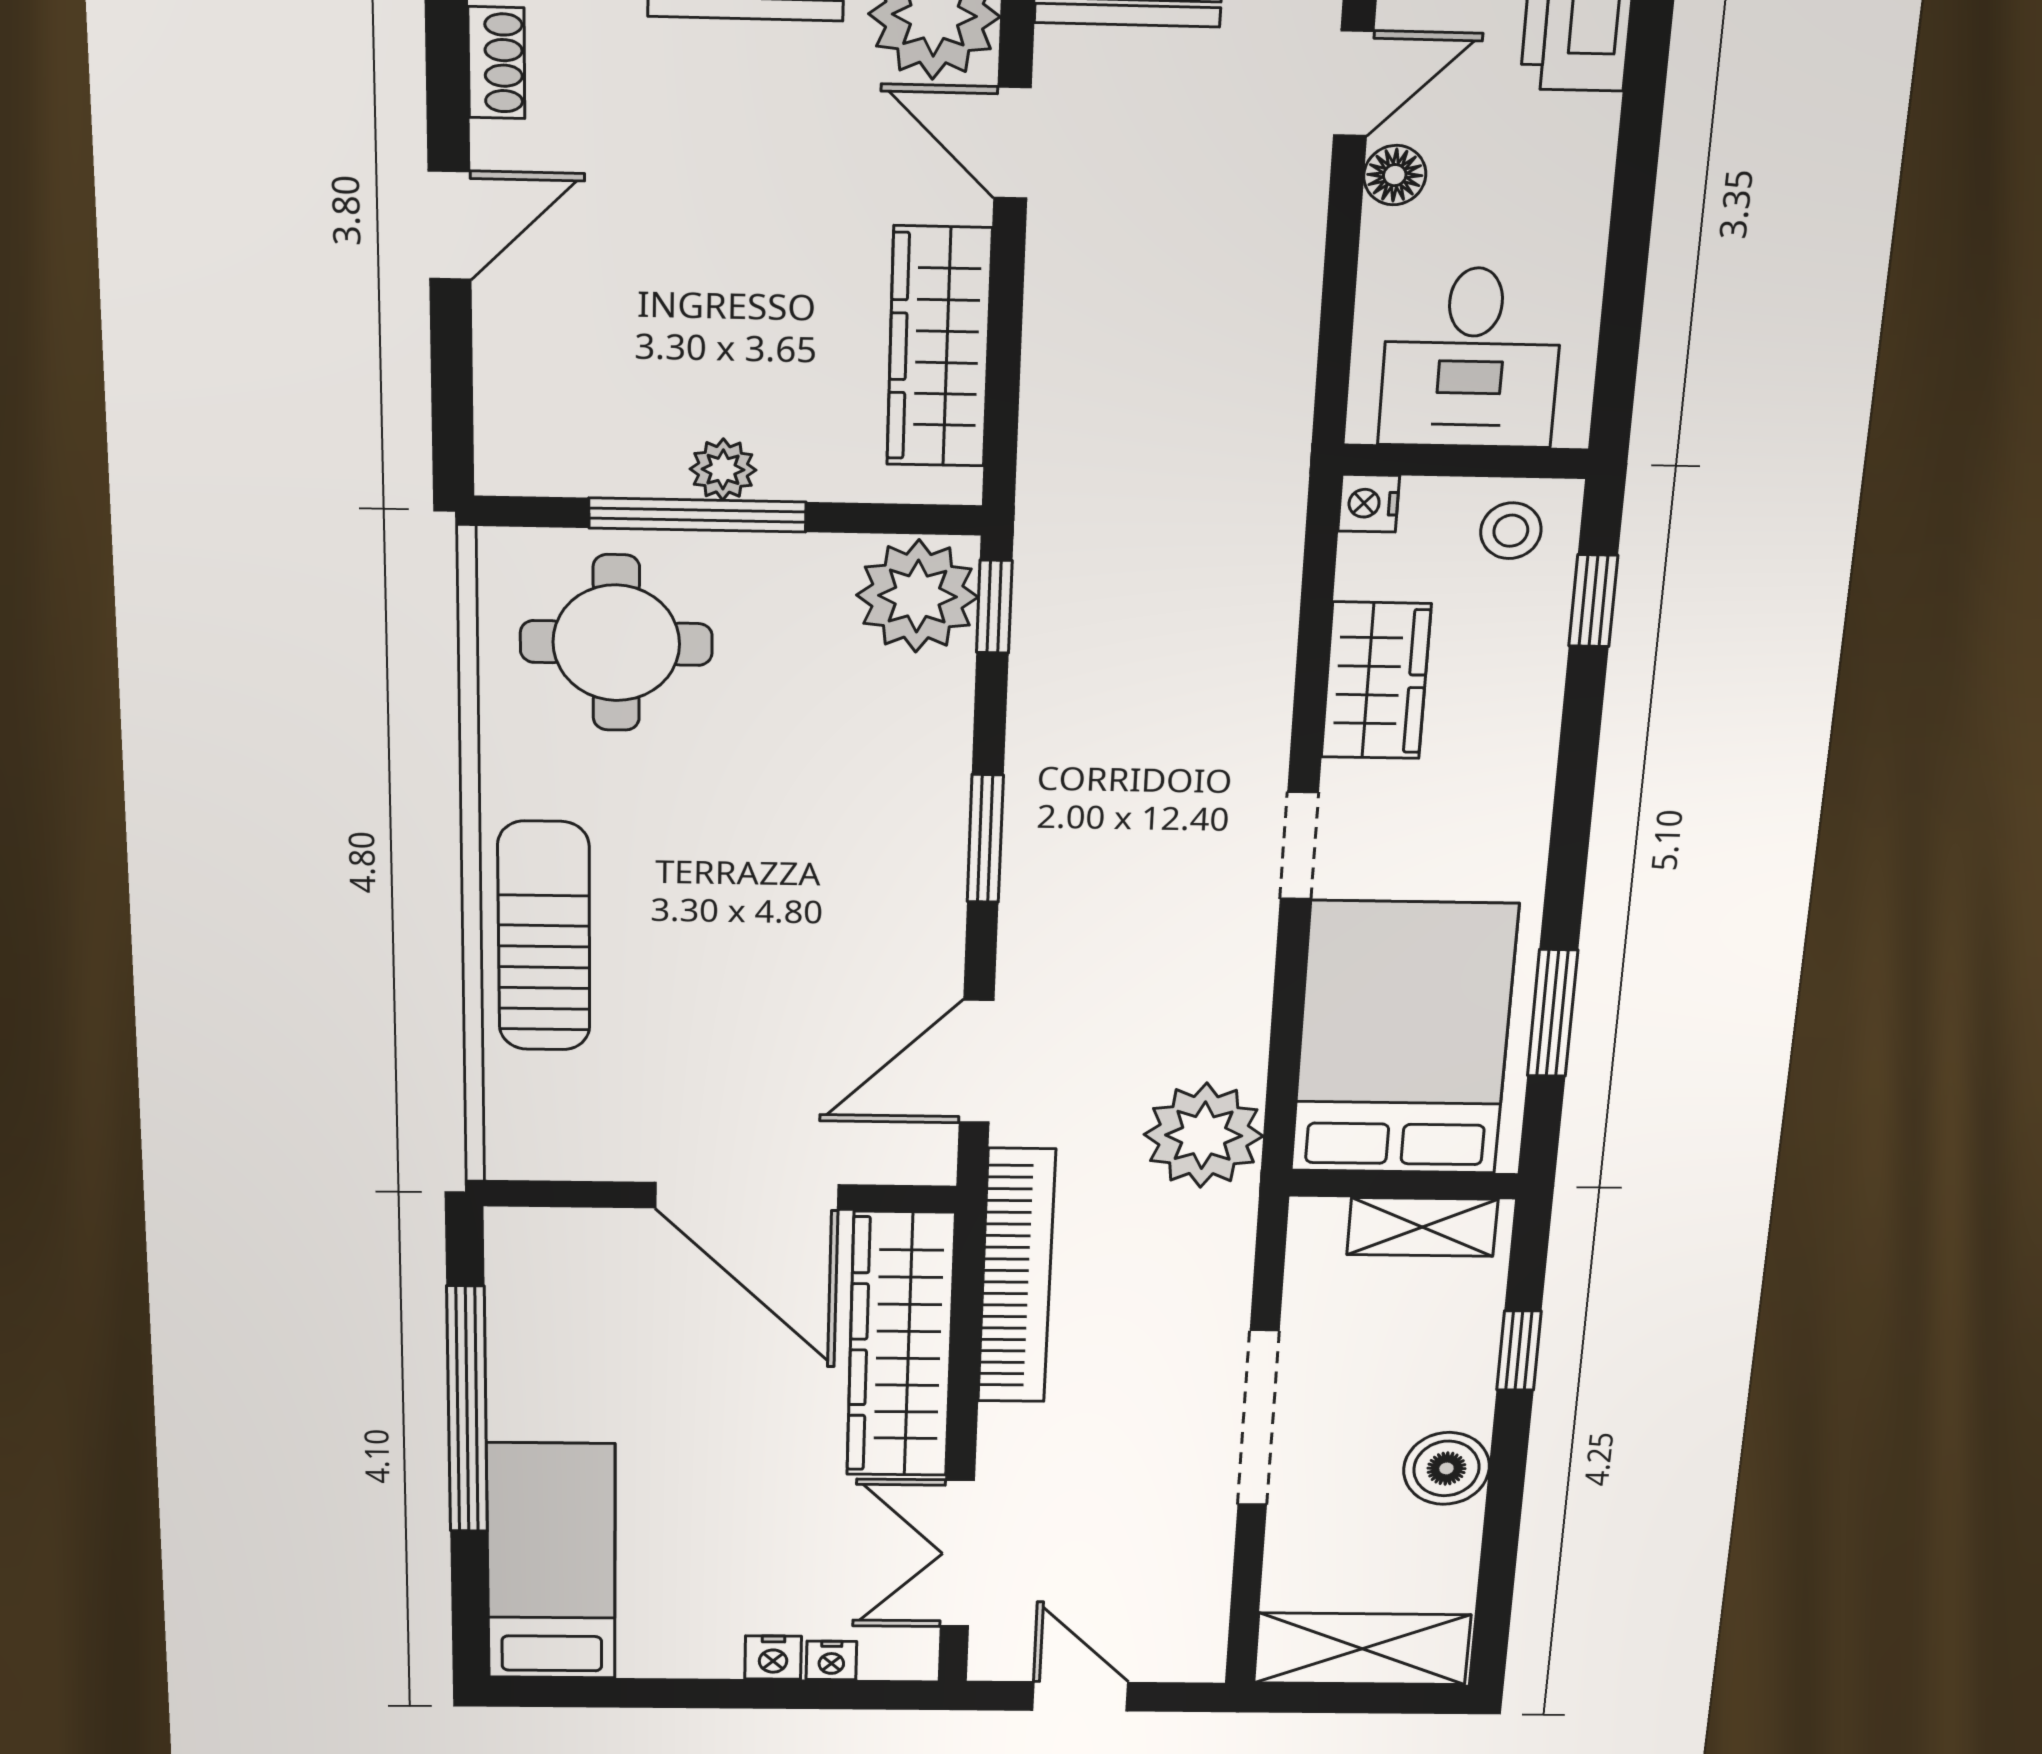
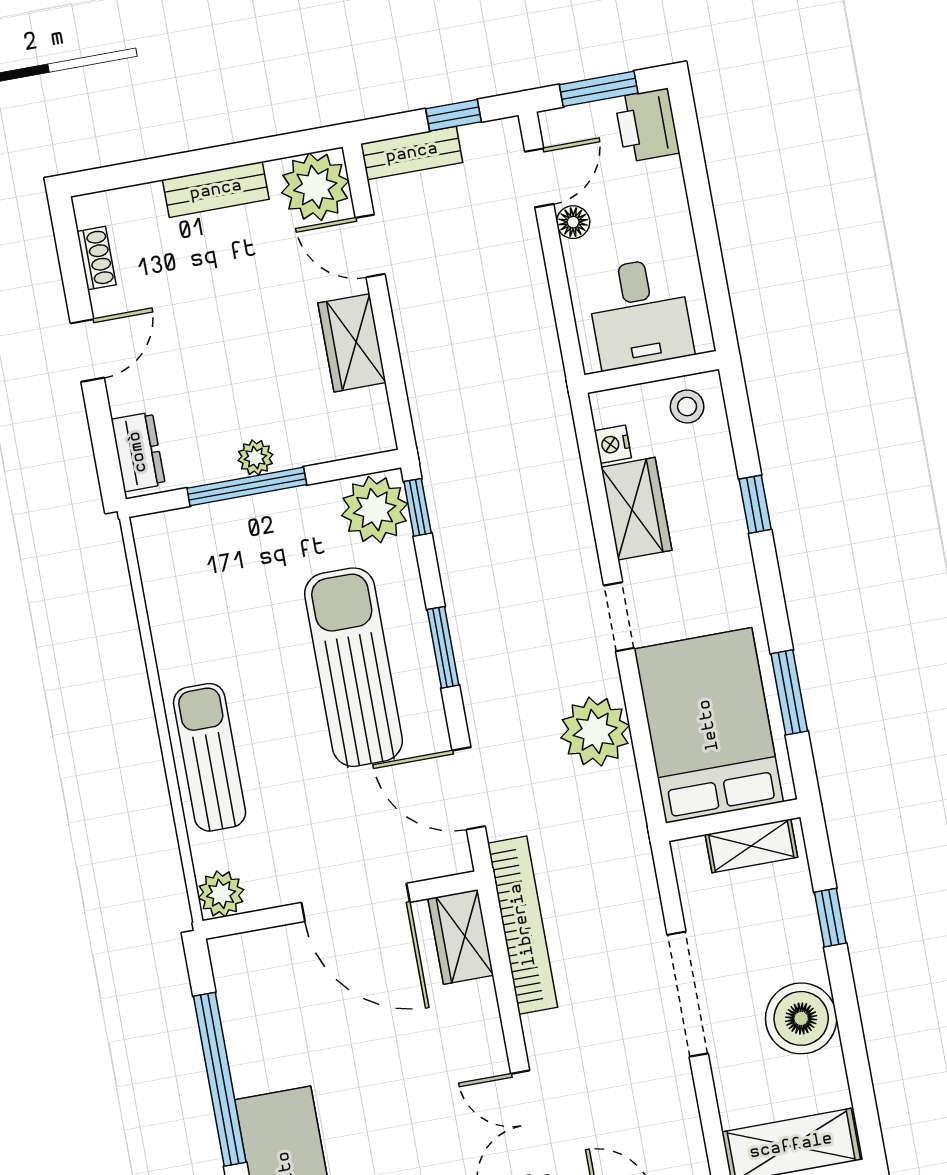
wardrobe: (939, 347) -> (352, 343), width x0.67
dresser: (512, 419) -> (138, 452), added
nightstand: (1369, 503) -> (613, 444), moved
window: (1593, 601) -> (755, 504), moved
round table: (616, 643) -> (217, 570), removed
sun lounger: (823, 842) -> (353, 667), added
door: (976, 1062) -> (469, 788), hinge flipped
plant: (1204, 1135) -> (595, 732), moved
plant: (523, 1145) -> (221, 894), added
wardrobe: (901, 1345) -> (461, 937), width x0.48, depth x0.85
boiler: (1446, 1468) -> (801, 1018), width x1.37, depth x1.37

